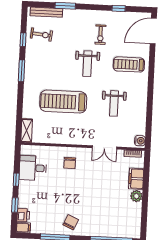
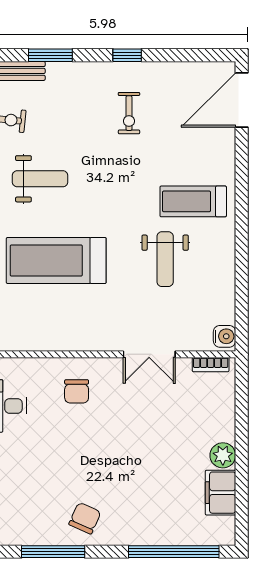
window: (119, 8) -> (127, 55), moved
weight bench: (87, 64) -> (40, 179), moved, turned -90
treadmill: (129, 64) -> (193, 201), moved
filing cabinet: (136, 179) -> (221, 493), moved

